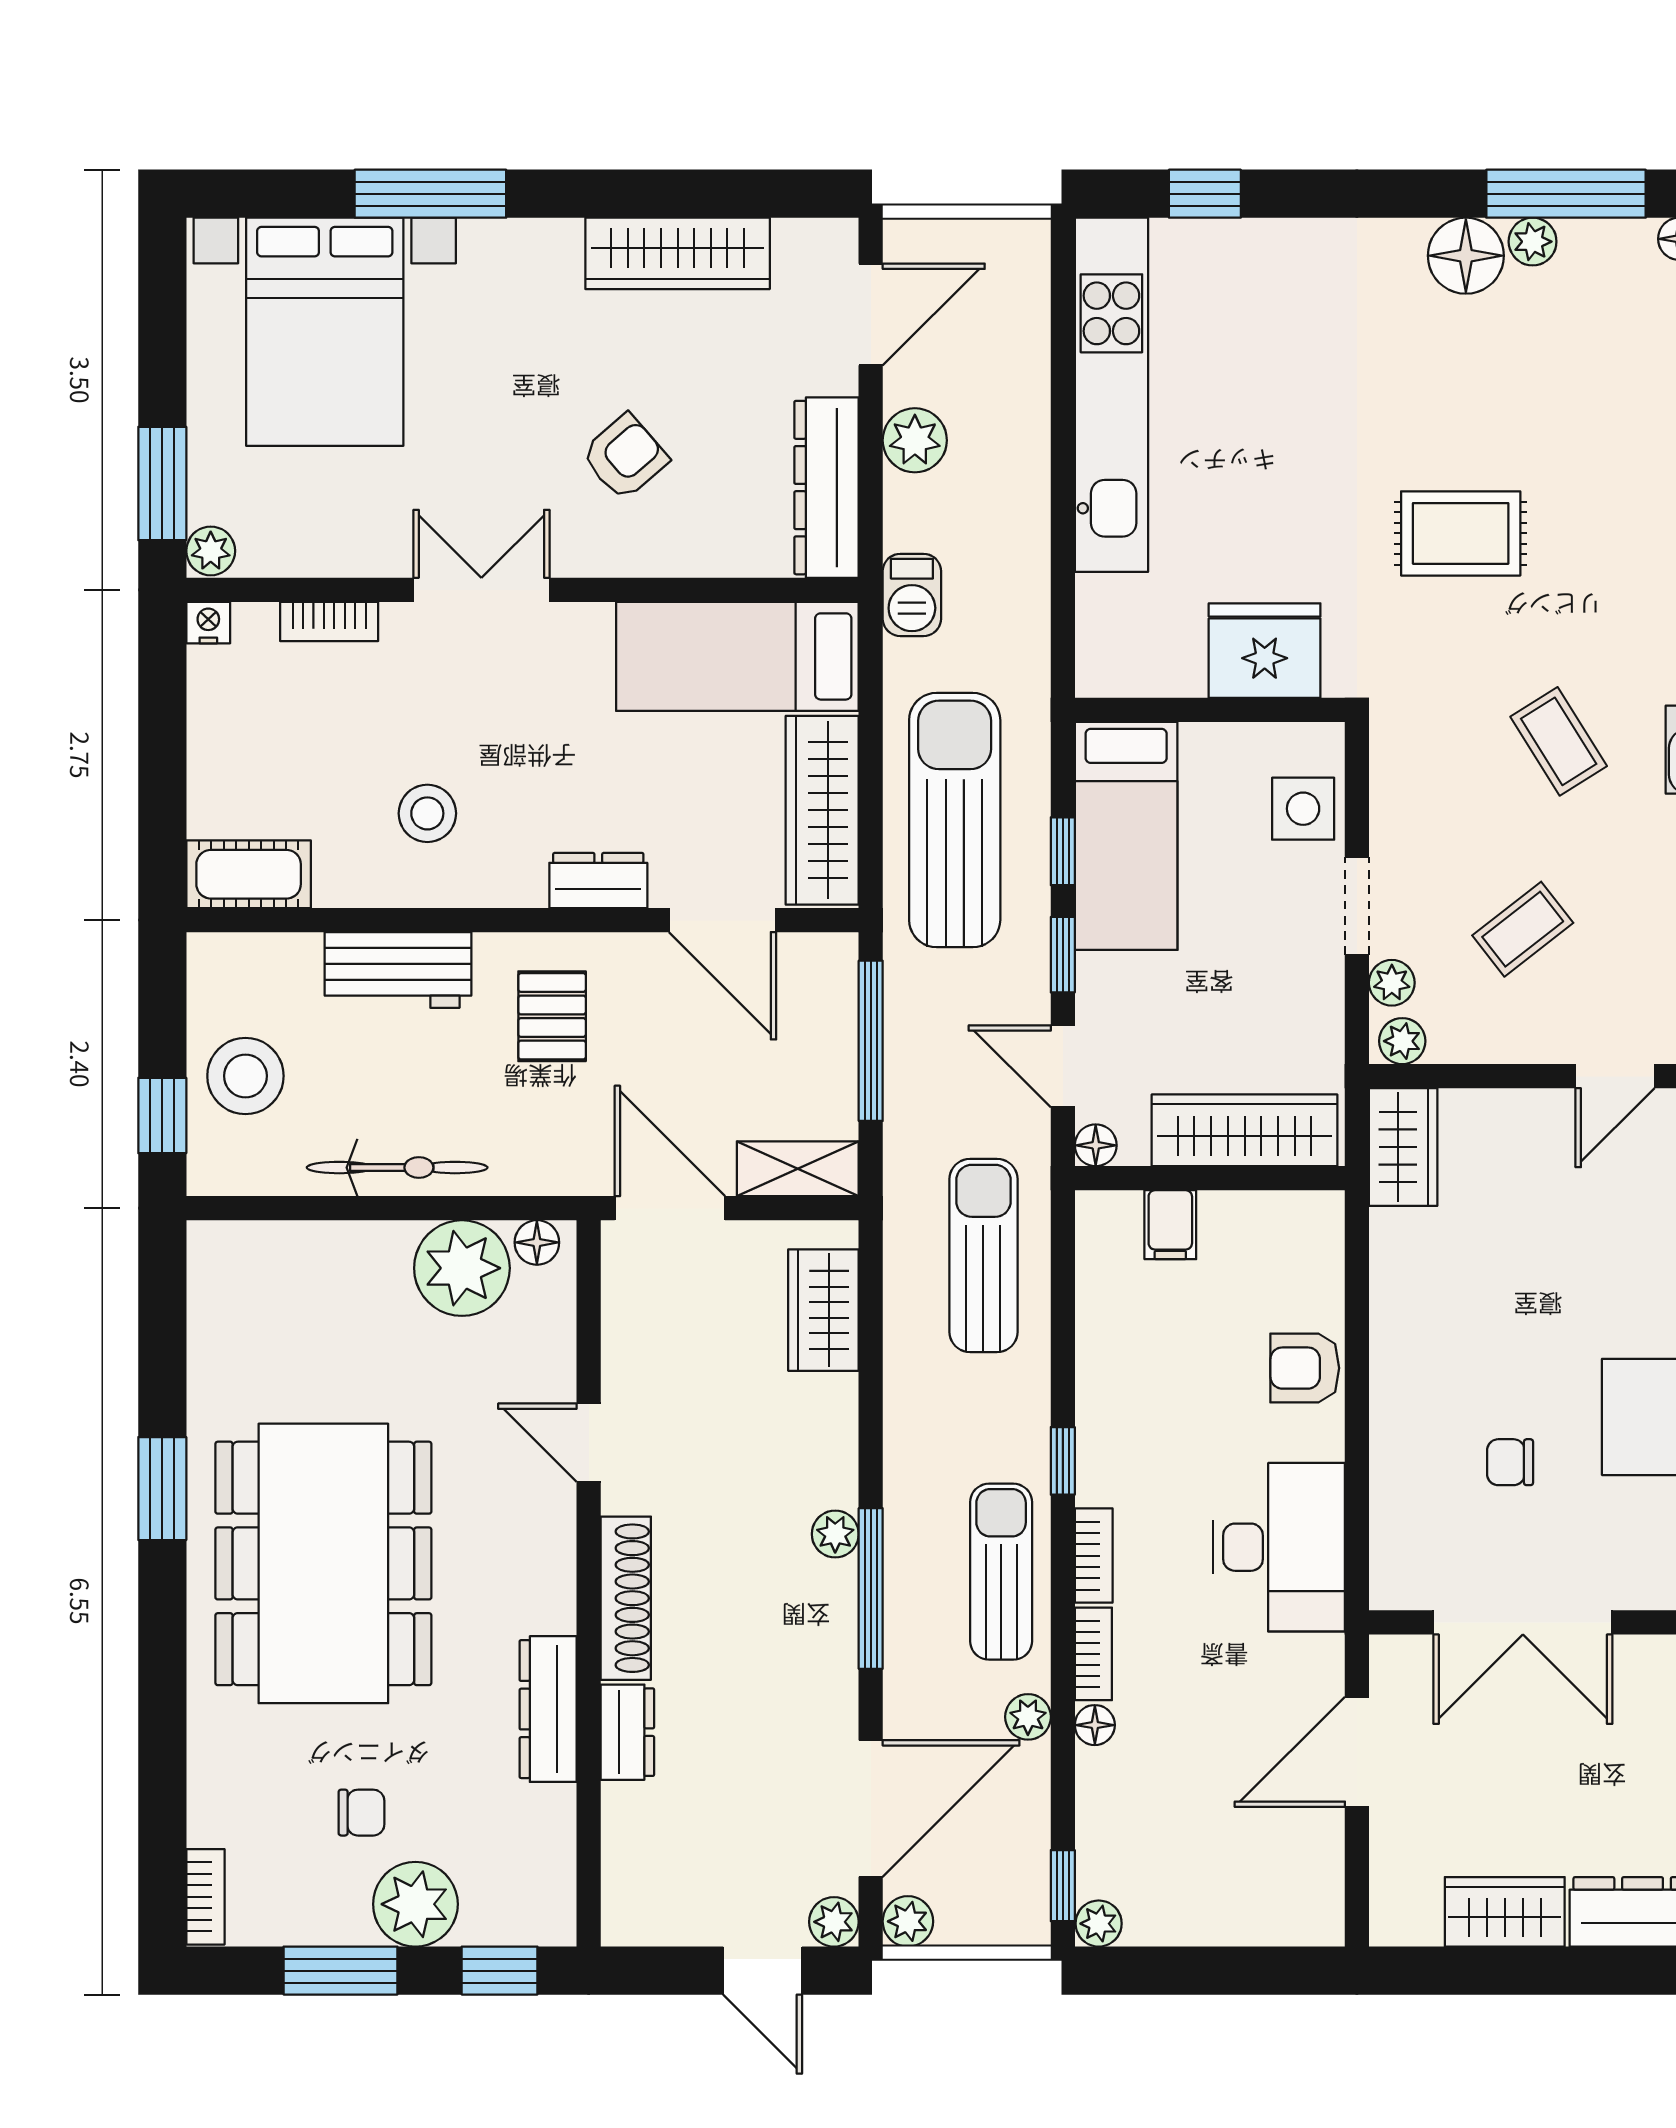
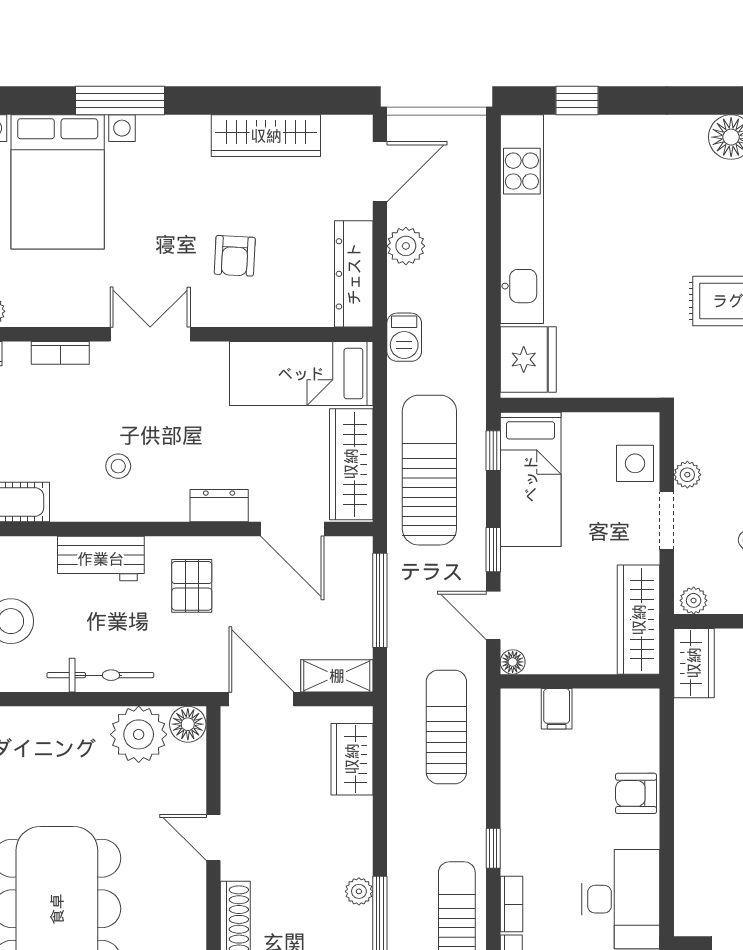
armchair: (625, 457) -> (235, 256), turned 134
fridge: (1265, 651) -> (528, 359), moved, turned 90
stool: (427, 813) -> (118, 466), width x0.73, depth x0.73
window: (1063, 851) -> (493, 451), moved
plant: (1392, 983) -> (687, 475), moved
wardrobe: (1245, 1130) -> (639, 620), moved, turned -90
floor lamp: (537, 1242) -> (188, 724), width x1.37, depth x1.37

